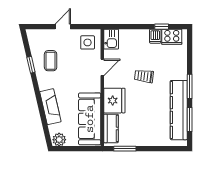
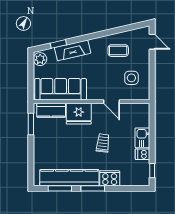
door: (63, 27) -> (152, 42), moved
window: (162, 27) -> (152, 171), moved
cooker: (172, 37) -> (110, 178), moved, turned 90
kitchen sink: (111, 39) -> (142, 138), moved, turned 90
side table: (88, 42) -> (131, 78), moved
window: (31, 65) -> (58, 44), moved

